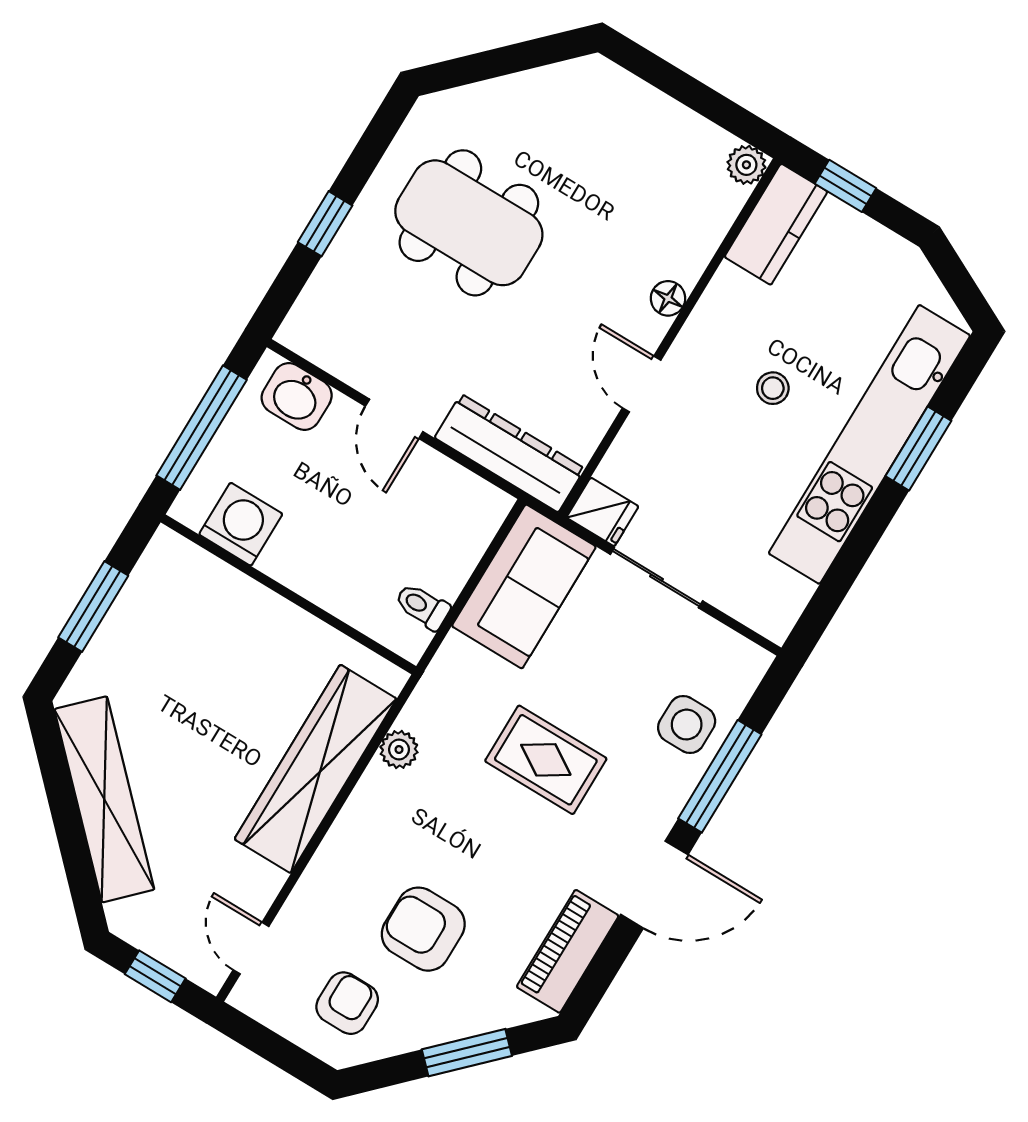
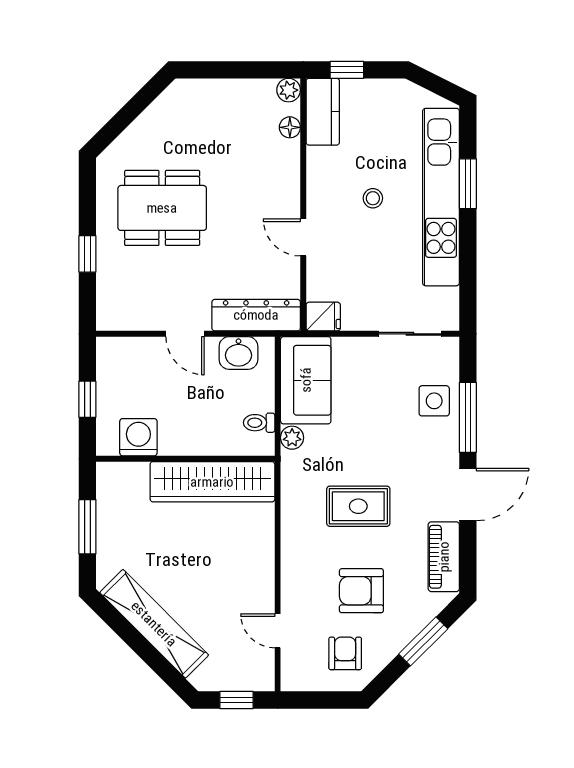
floor lamp: (668, 298) -> (290, 127), moved
washbasin: (297, 397) -> (238, 353), moved
window: (202, 428) -> (87, 399), width x0.46
sliding door: (656, 578) -> (410, 334), moved
plant: (399, 750) -> (292, 438), moved
rug: (546, 760) -> (358, 506), moved
wardrobe: (315, 769) -> (212, 482), moved, turned -90
door: (251, 948) -> (278, 631), moved

